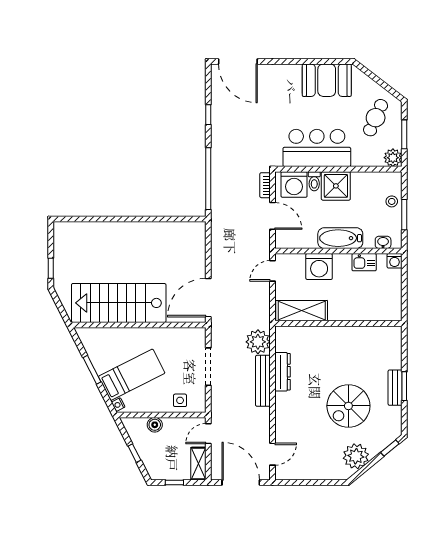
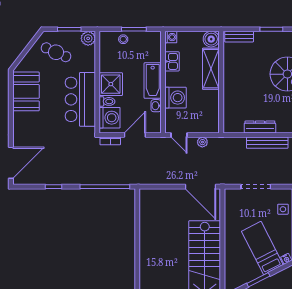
washbasin: (383, 242) -> (156, 106), moved
shelving: (302, 311) -> (211, 69), moved
boiler: (392, 311) -> (211, 39), added
plant: (258, 342) -> (202, 142), moved, width x0.53, depth x0.53
bench: (395, 388) -> (239, 37), moved

